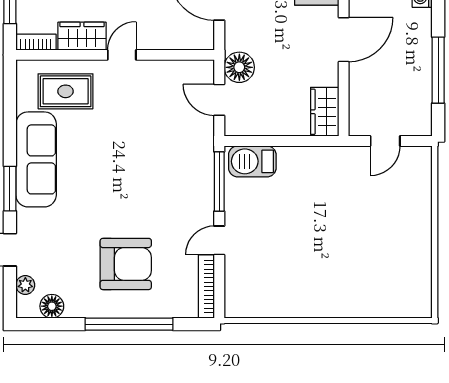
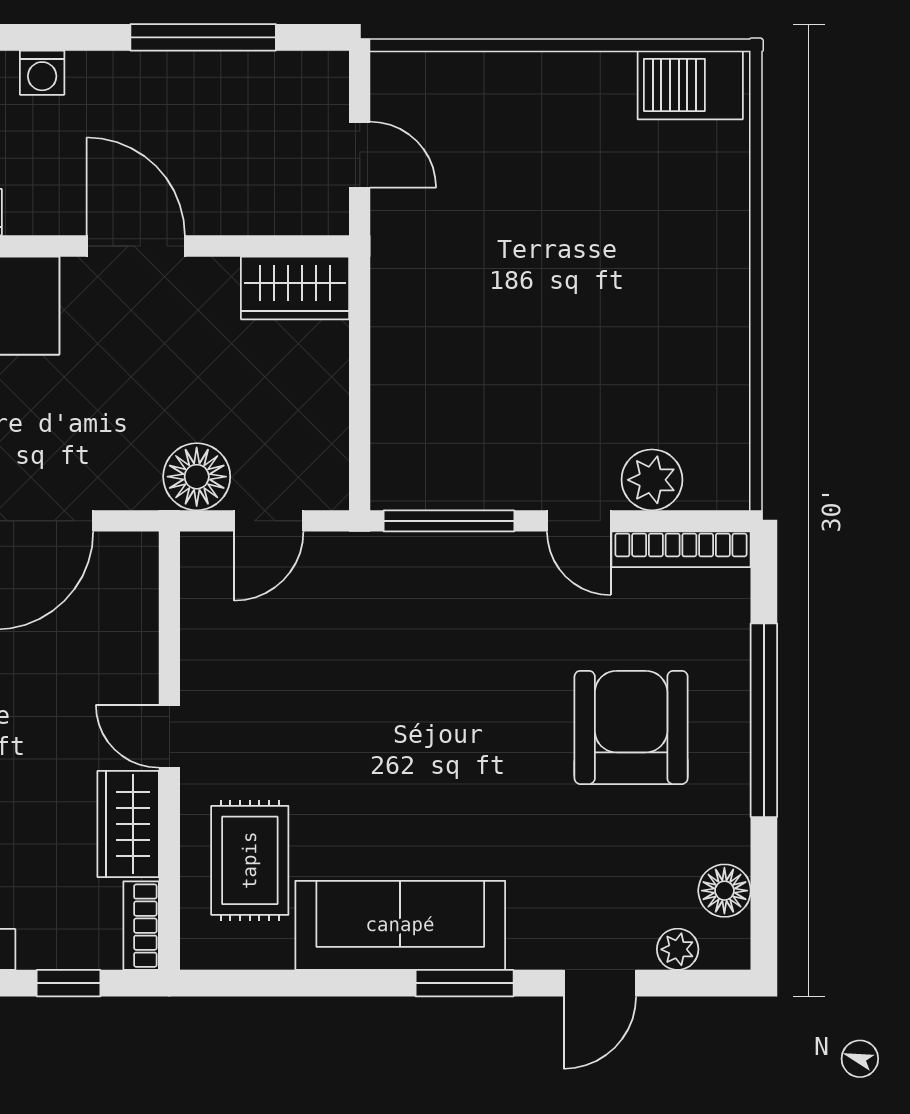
barbecue: (252, 161) -> (690, 85), moved, turned 90
plant: (238, 273) -> (652, 480), added

